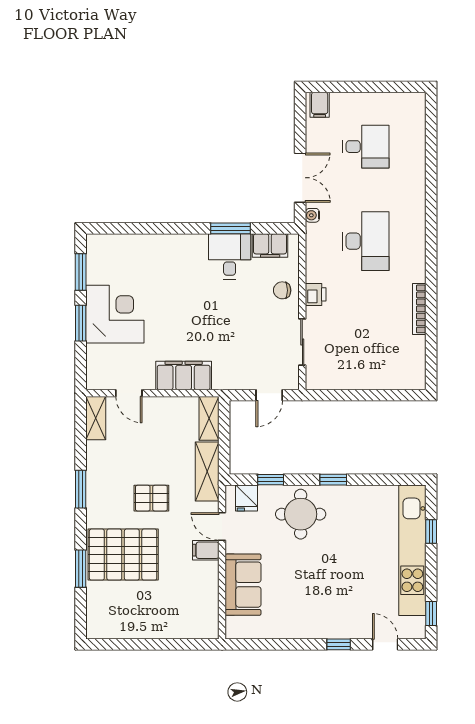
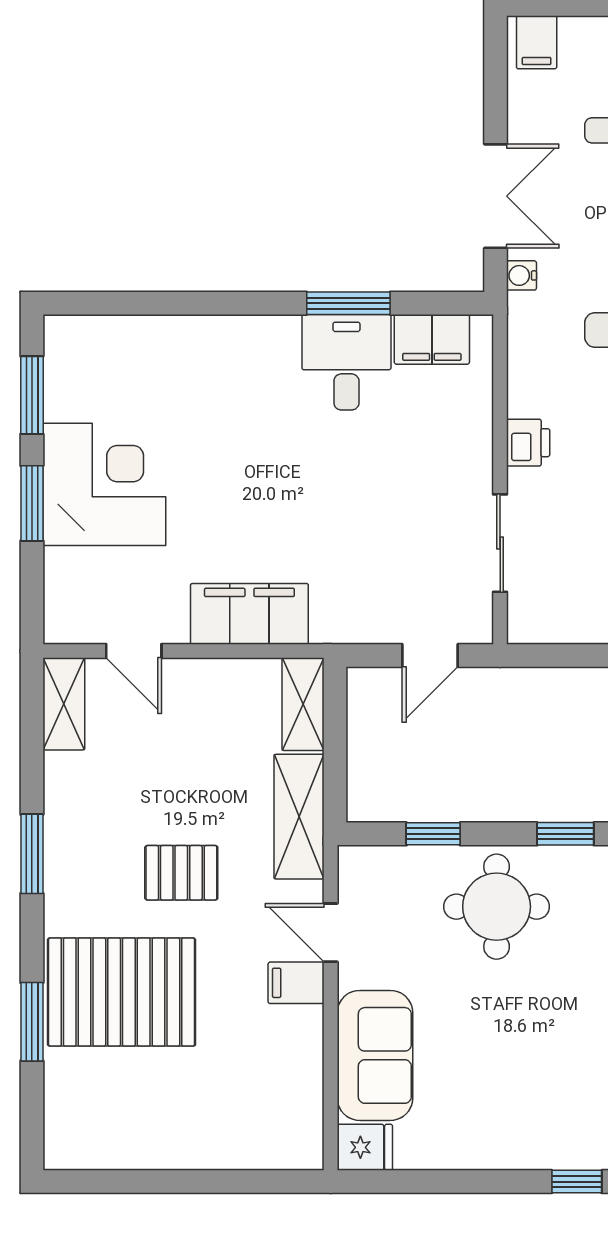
chair: (282, 290) -> (457, 434), removed
fridge: (247, 498) -> (365, 1147), moved, turned -90

